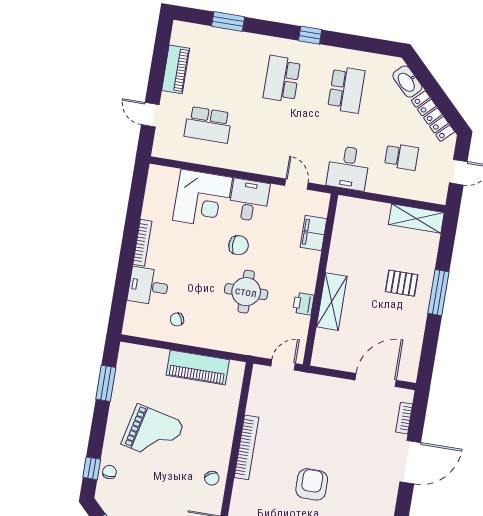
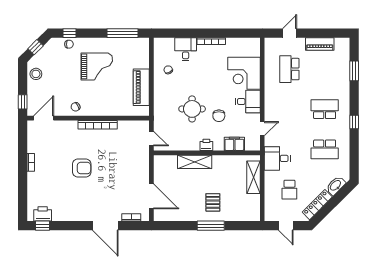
shelving: (416, 218) -> (253, 177), moved
chair: (239, 245) -> (219, 116), moved
printer: (303, 304) -> (206, 145), moved
window: (106, 383) -> (122, 33), width x1.44
grand piano: (153, 433) -> (97, 66), turned -103

